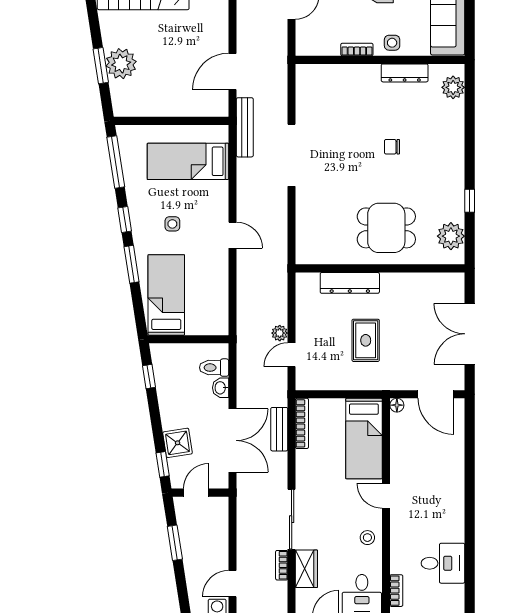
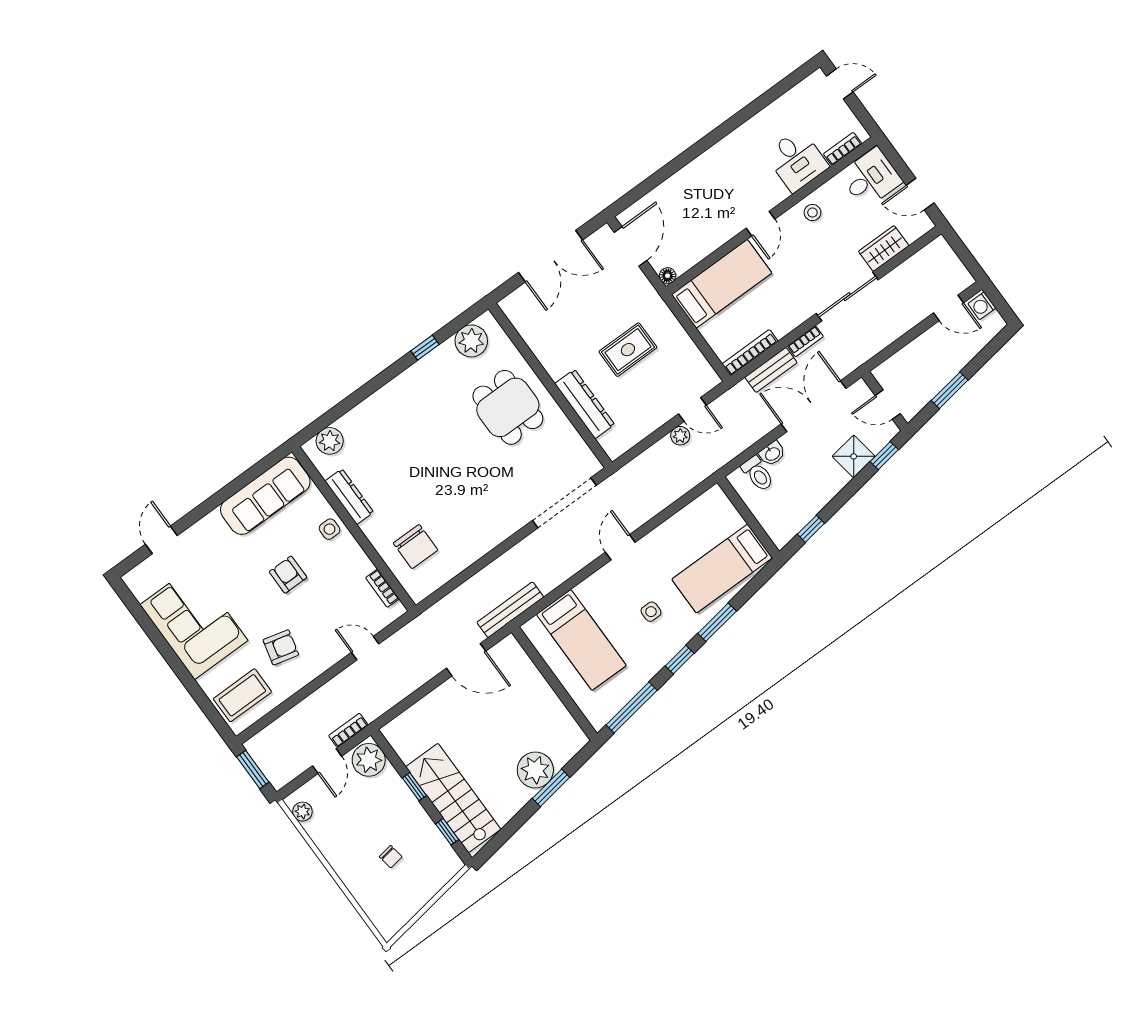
bookcase: (357, 50) -> (382, 588), moved
chair: (392, 147) -> (416, 547), moved, width x1.87, depth x1.87
doorway: (292, 155) -> (564, 503), moved
desk: (443, 563) -> (797, 160), moved, turned 180
bookcase: (282, 565) -> (805, 341), moved

